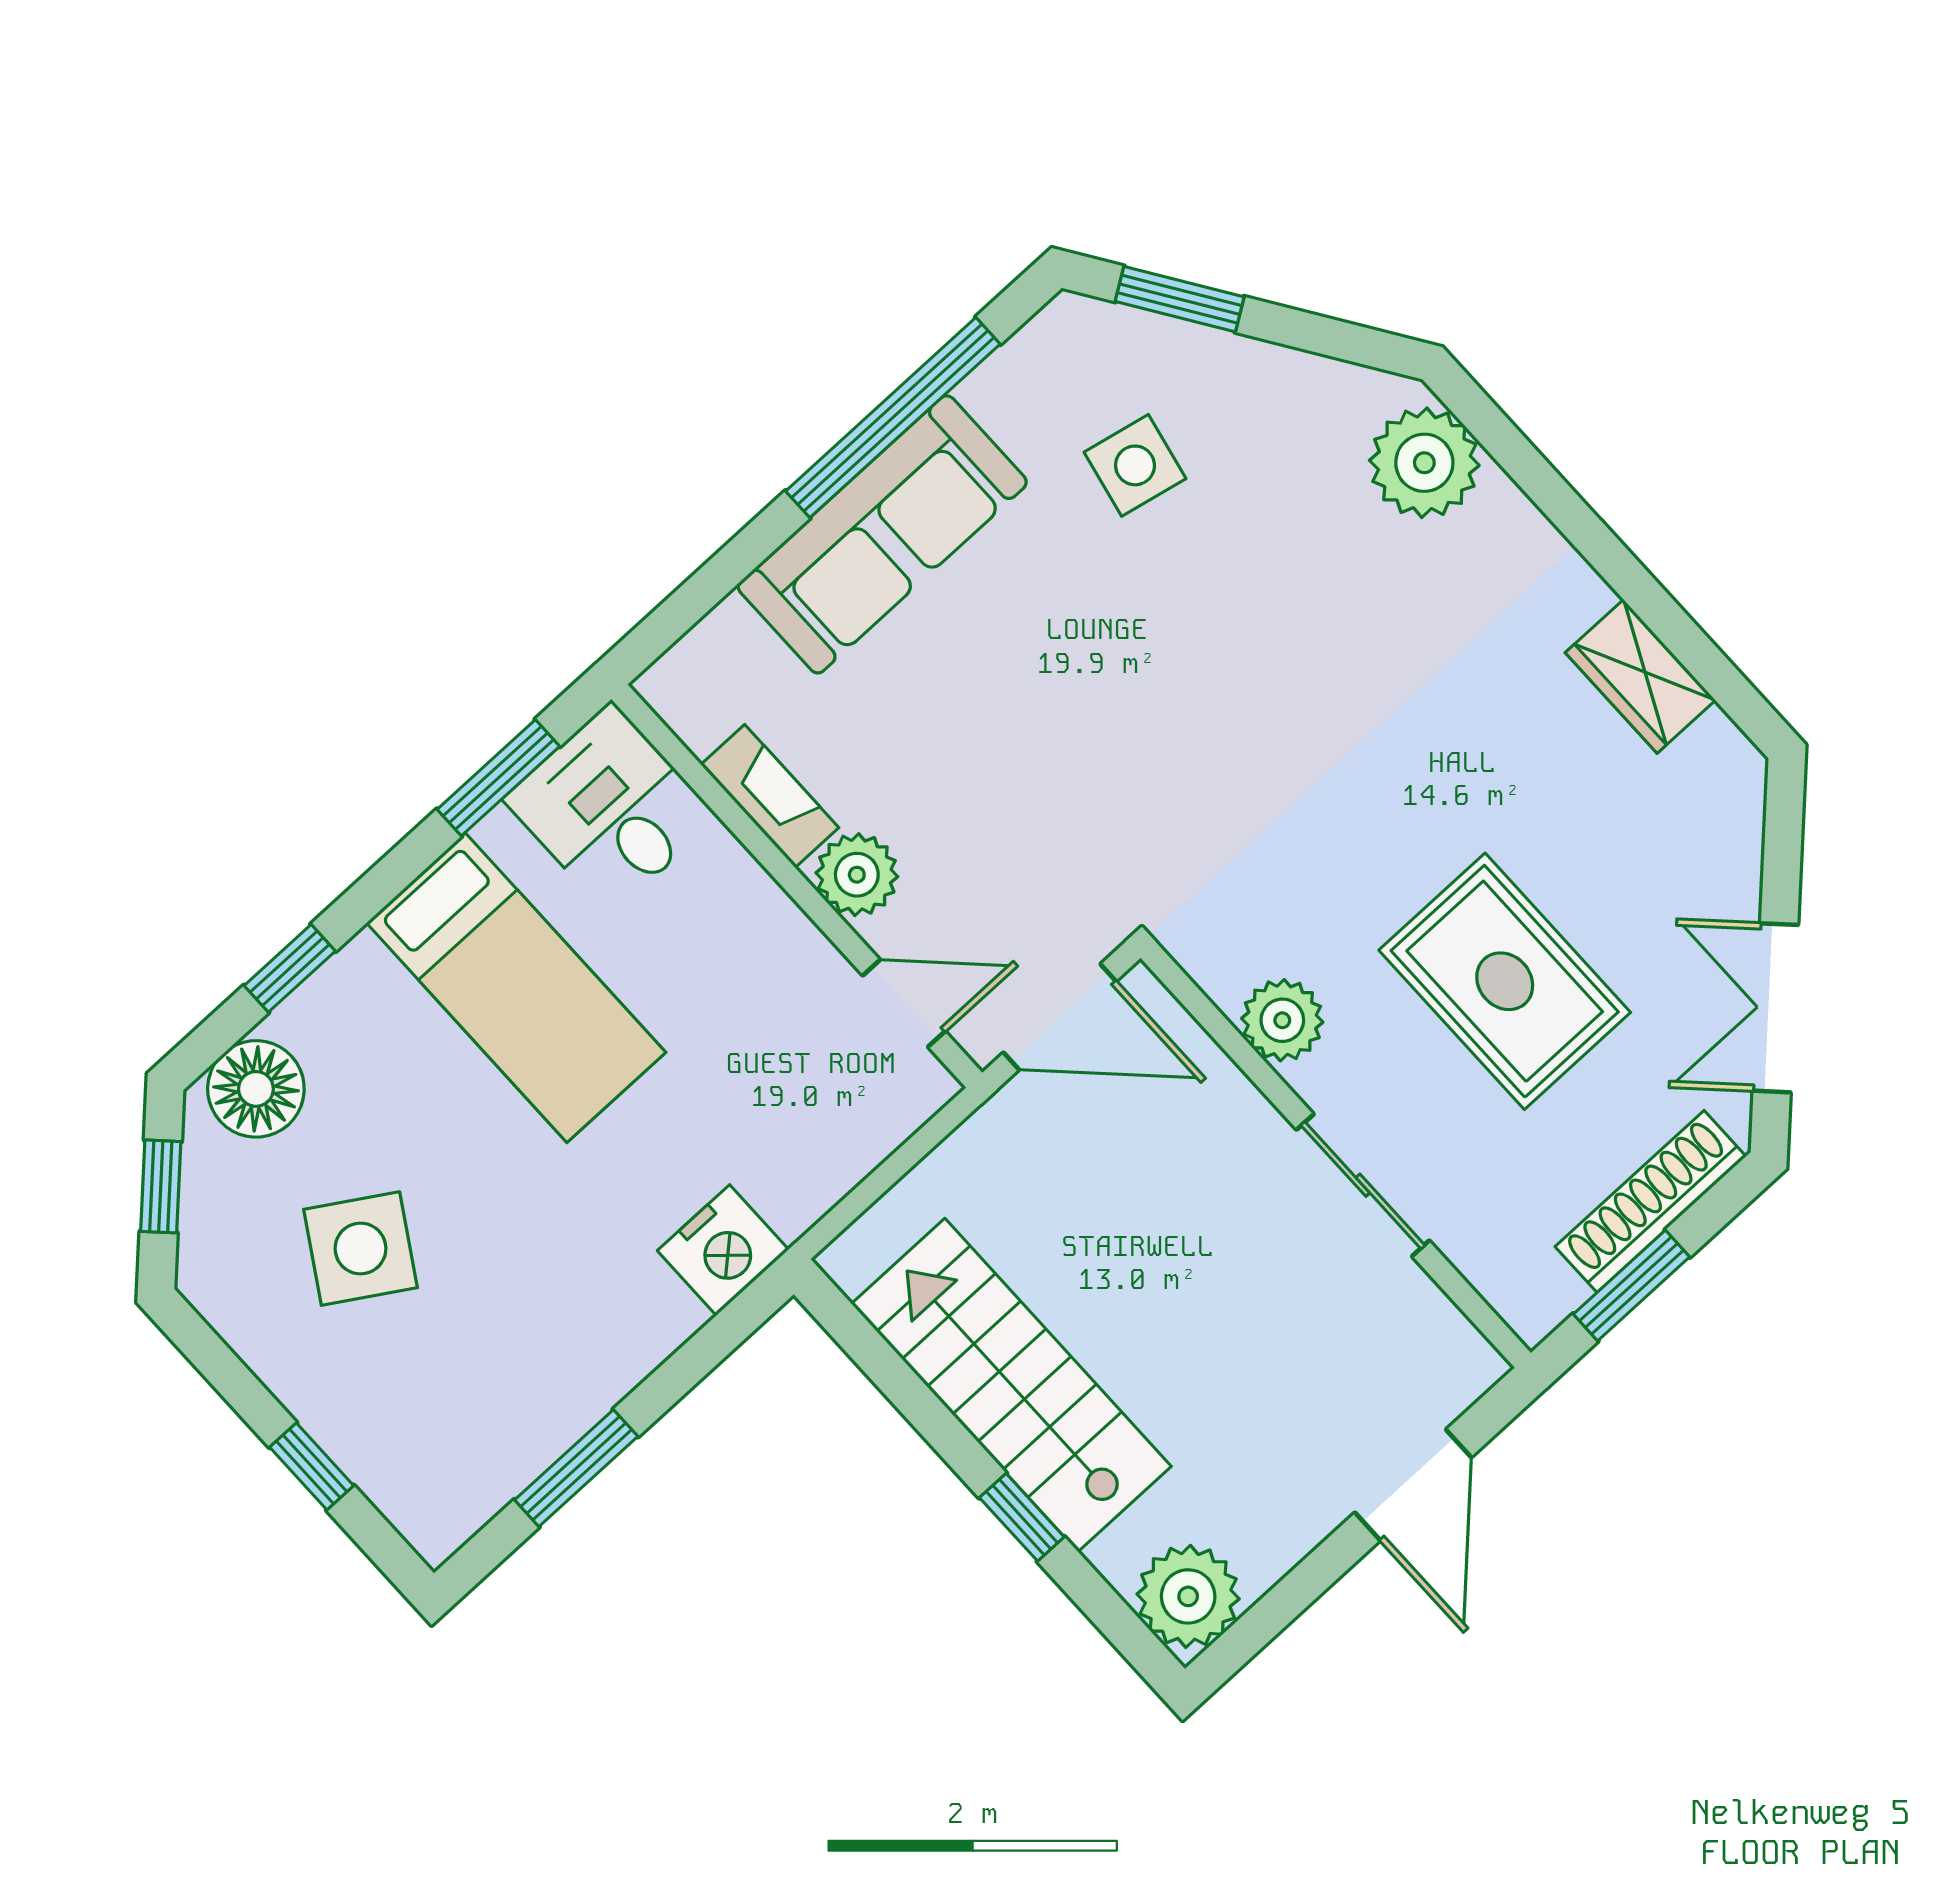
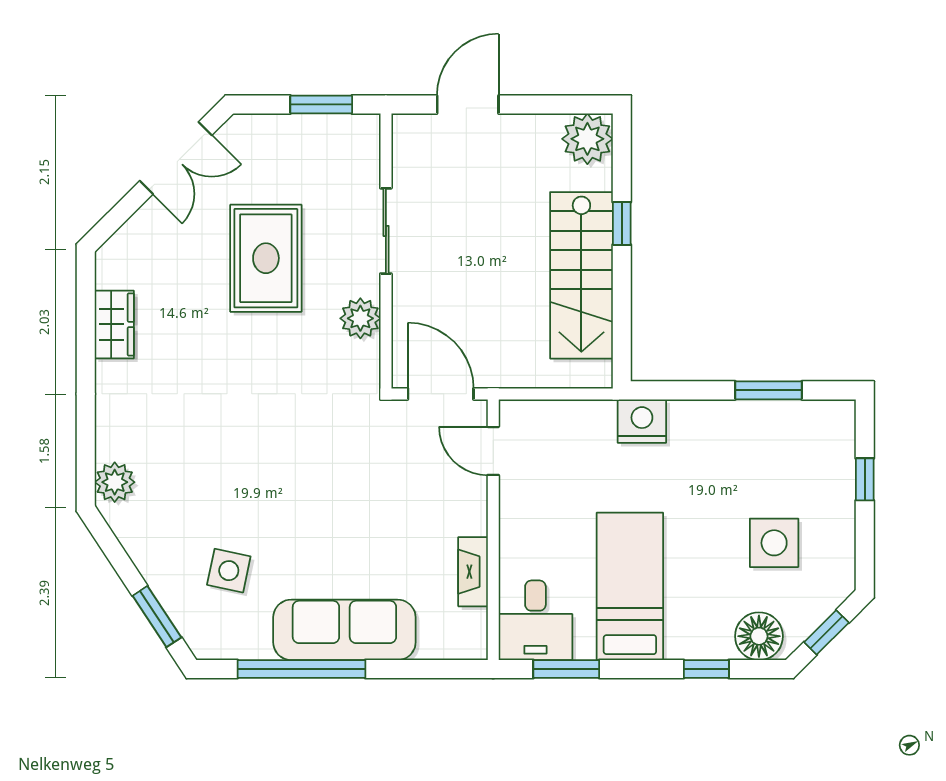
plant: (1424, 463) -> (115, 482), width x0.73, depth x0.73
plant: (857, 875) -> (467, 514), removed
shoe rack: (1651, 1201) -> (286, 129), removed
side table: (360, 1249) -> (774, 543), turned -32

